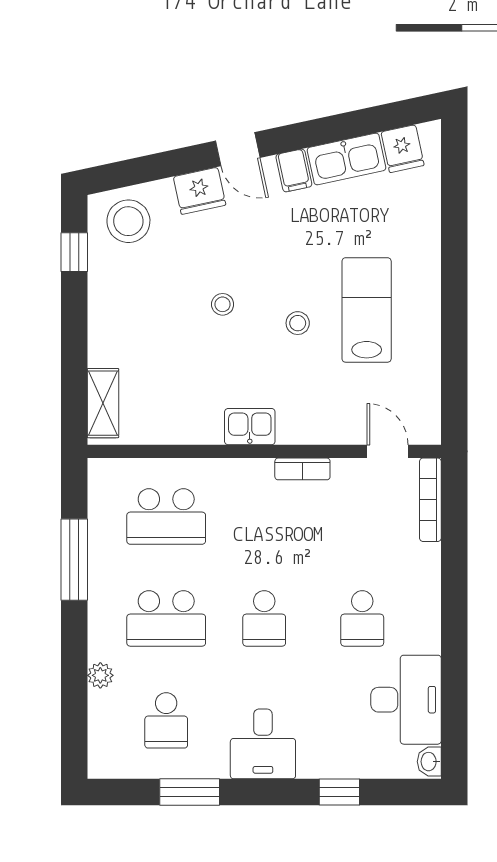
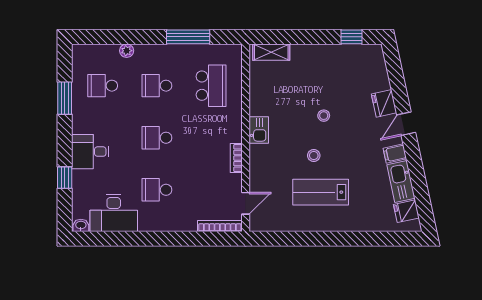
stool: (128, 221) -> (368, 66), removed
lab bench: (367, 310) -> (321, 192), turned 180
school desk: (166, 516) -> (211, 86), turned 180
school desk: (166, 618) -> (157, 86), width x0.54
desk: (263, 744) -> (90, 152), moved

